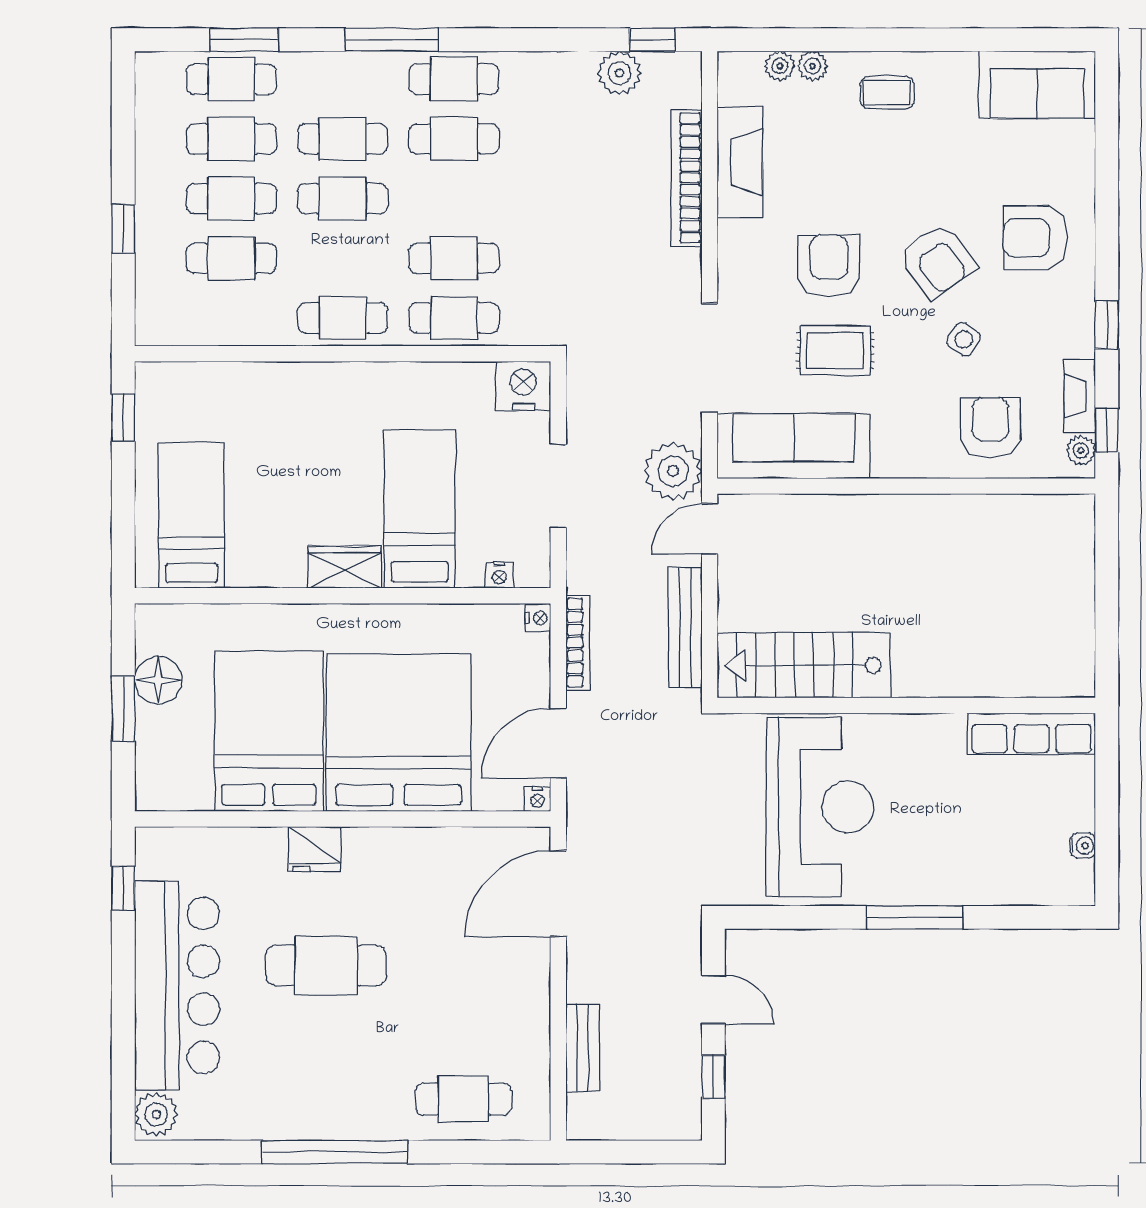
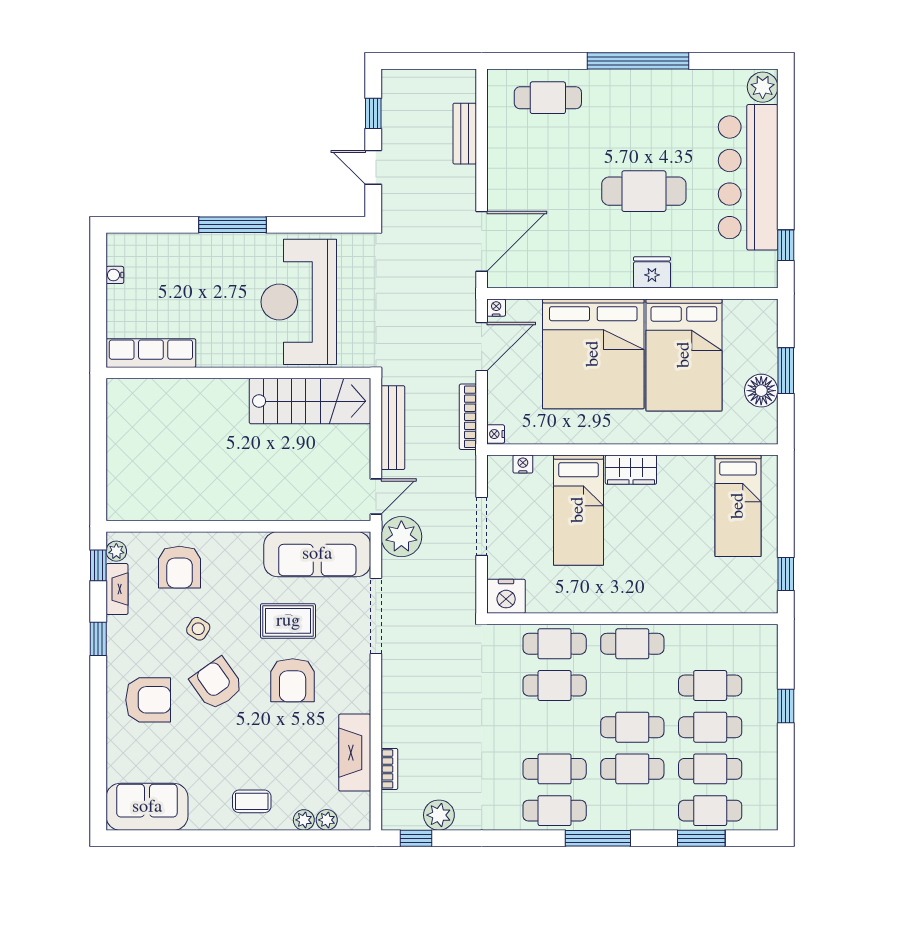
bookcase: (686, 178) -> (389, 769), width x0.43, depth x0.76

